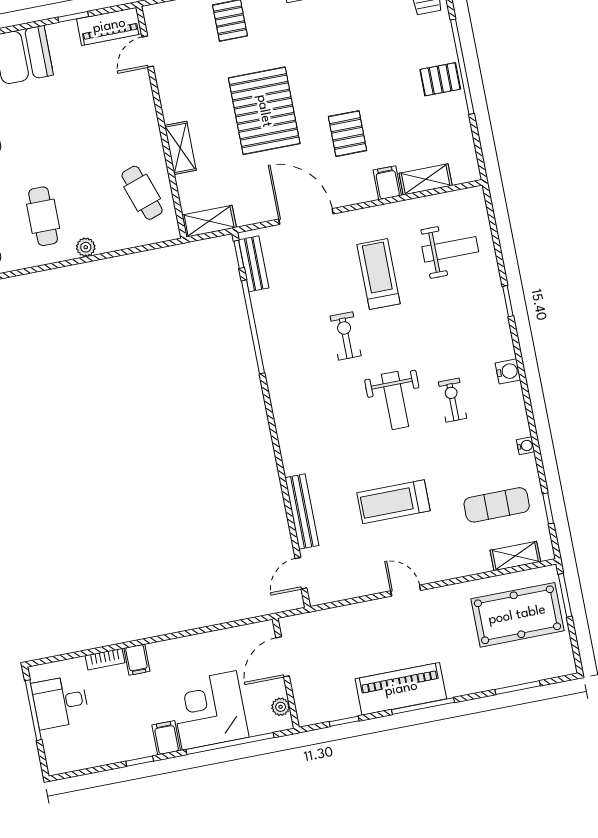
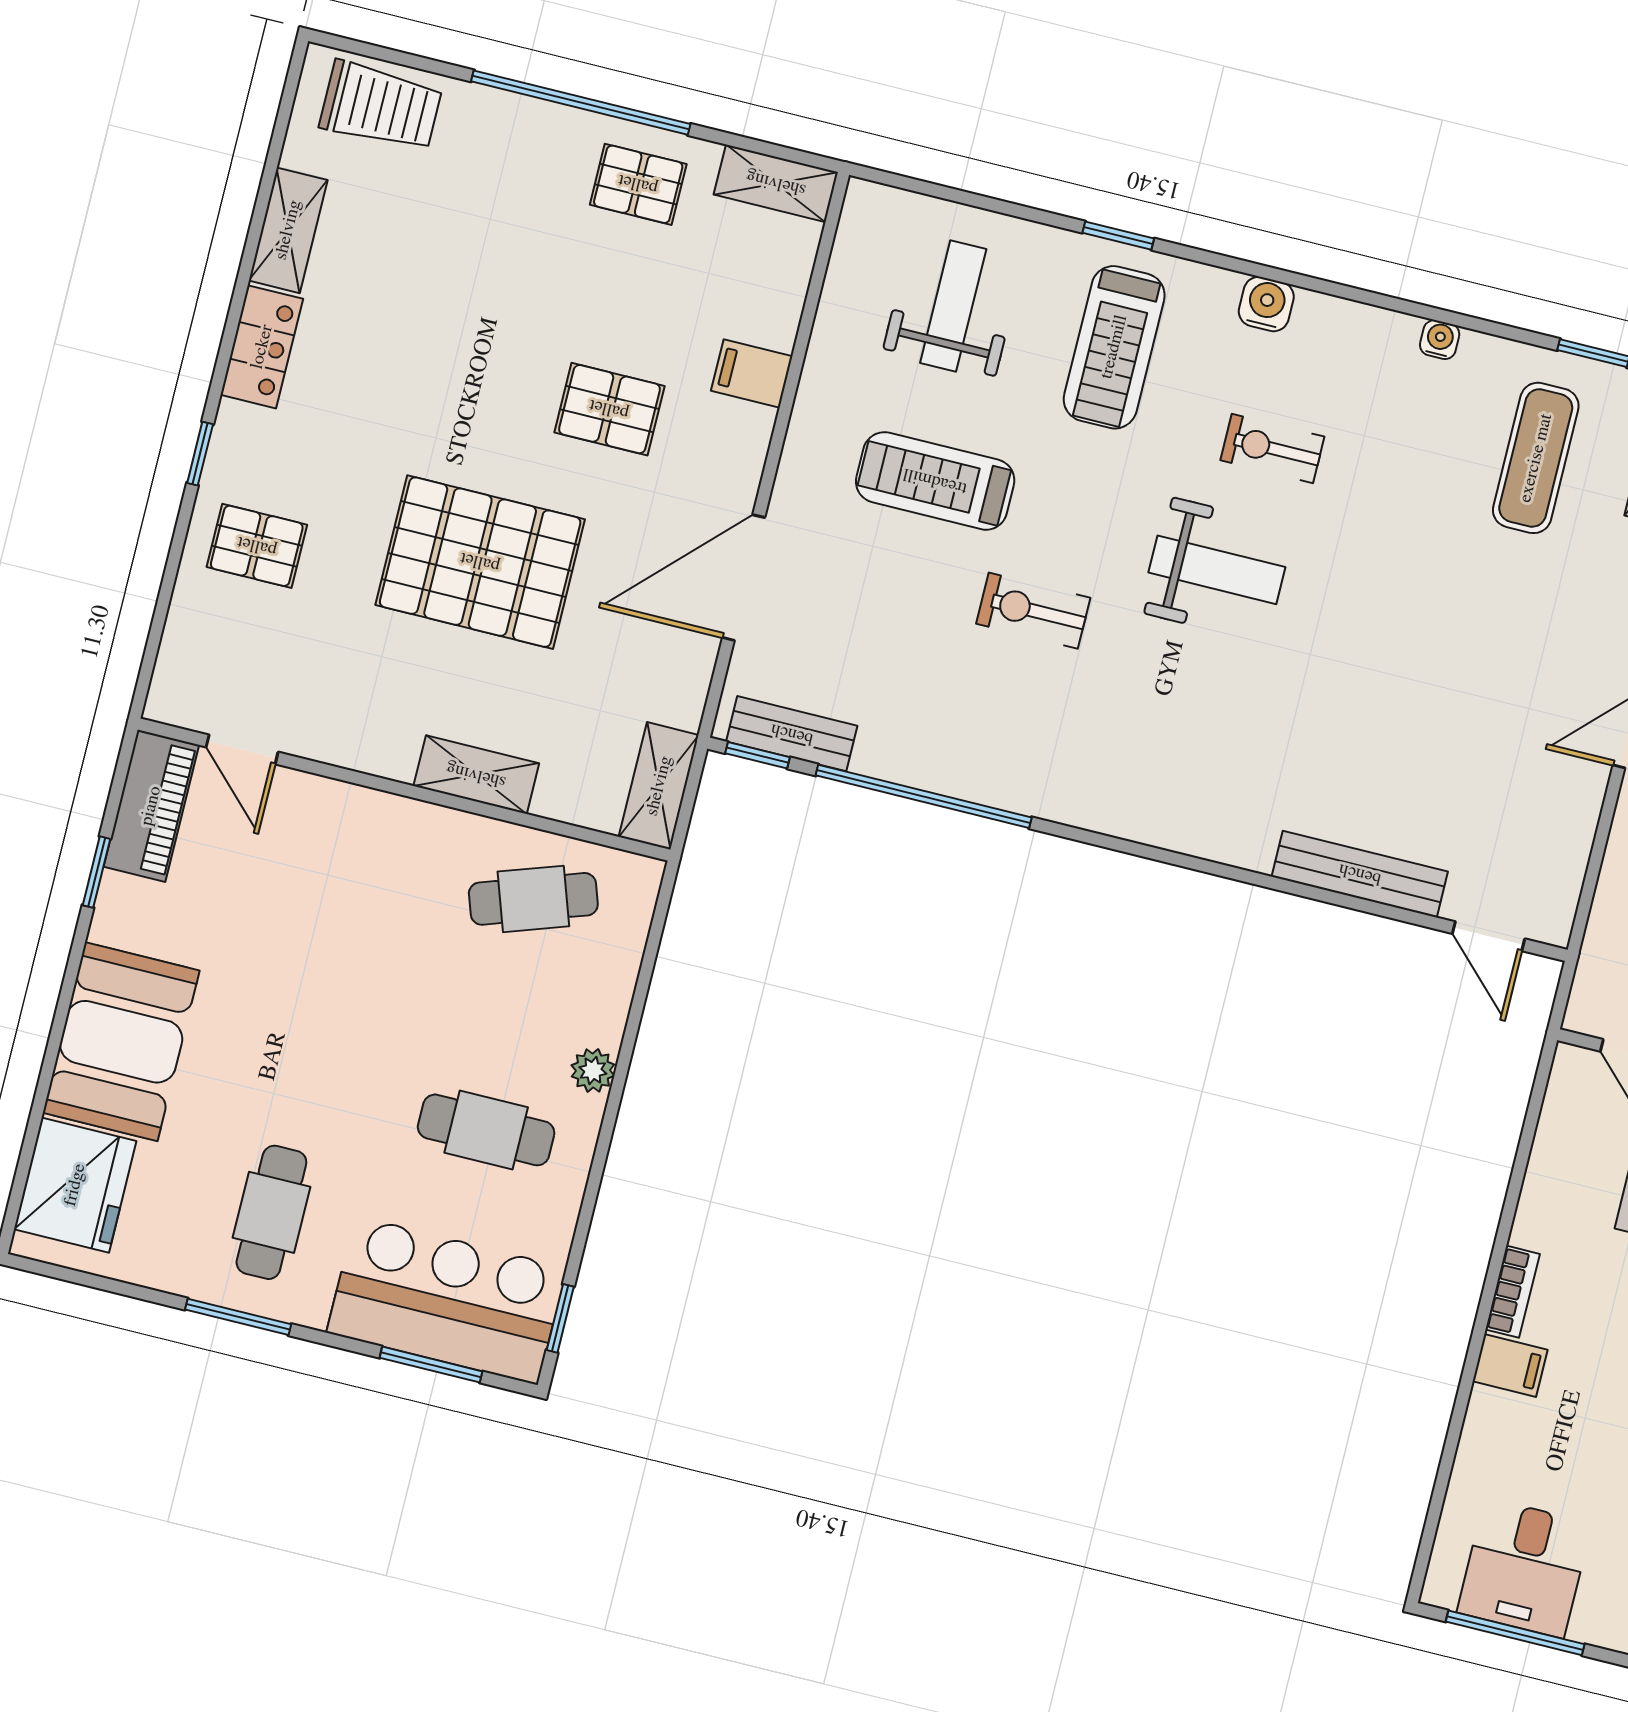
pallet: (440, 79) -> (638, 184), moved, turned 90
shelving: (426, 179) -> (776, 183), moved, turned 90
treadmill: (393, 502) -> (1114, 347), moved
bookcase: (105, 659) -> (1513, 1292), moved

